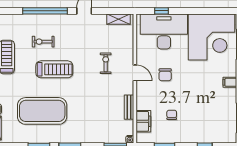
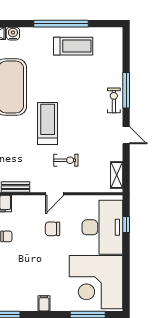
window: (45, 11) -> (126, 90), width x0.68
exercise bike: (43, 42) -> (114, 100), moved
treadmill: (54, 69) -> (48, 124), moved, turned 180

